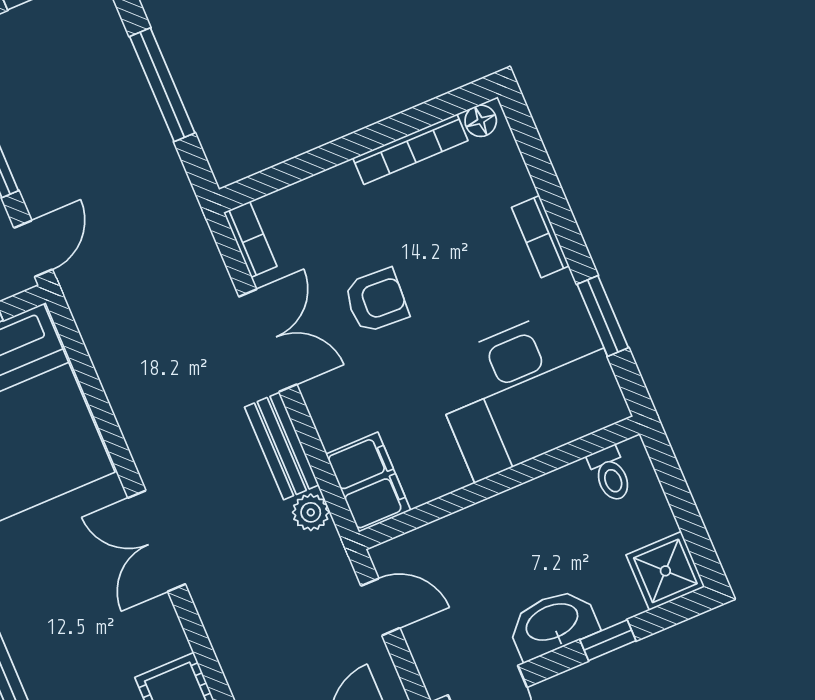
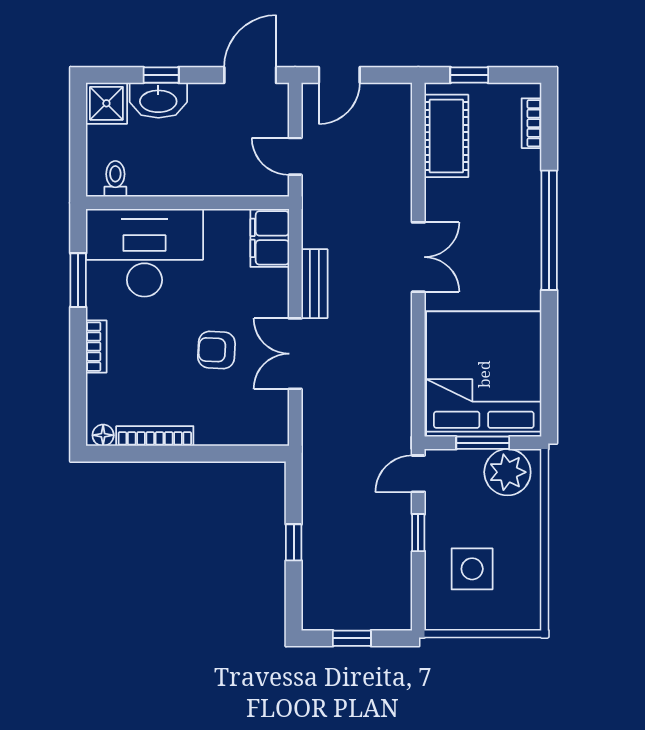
window: (162, 85) -> (294, 542), width x0.46
bookcase: (250, 239) -> (279, 422), removed
plant: (311, 512) -> (314, 234), removed
washbasin: (553, 623) -> (158, 100), moved

